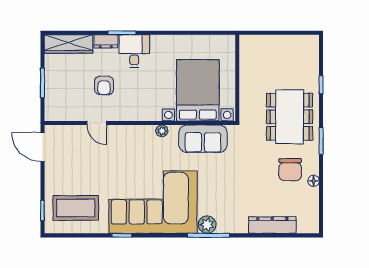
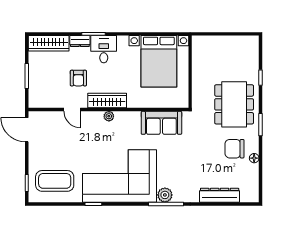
bed with nightstands: (198, 90) -> (159, 61), moved, turned 180
wardrobe: (138, 112) -> (107, 101), added
plant: (162, 131) -> (109, 116), moved
chair: (290, 170) -> (235, 149), turned 90

